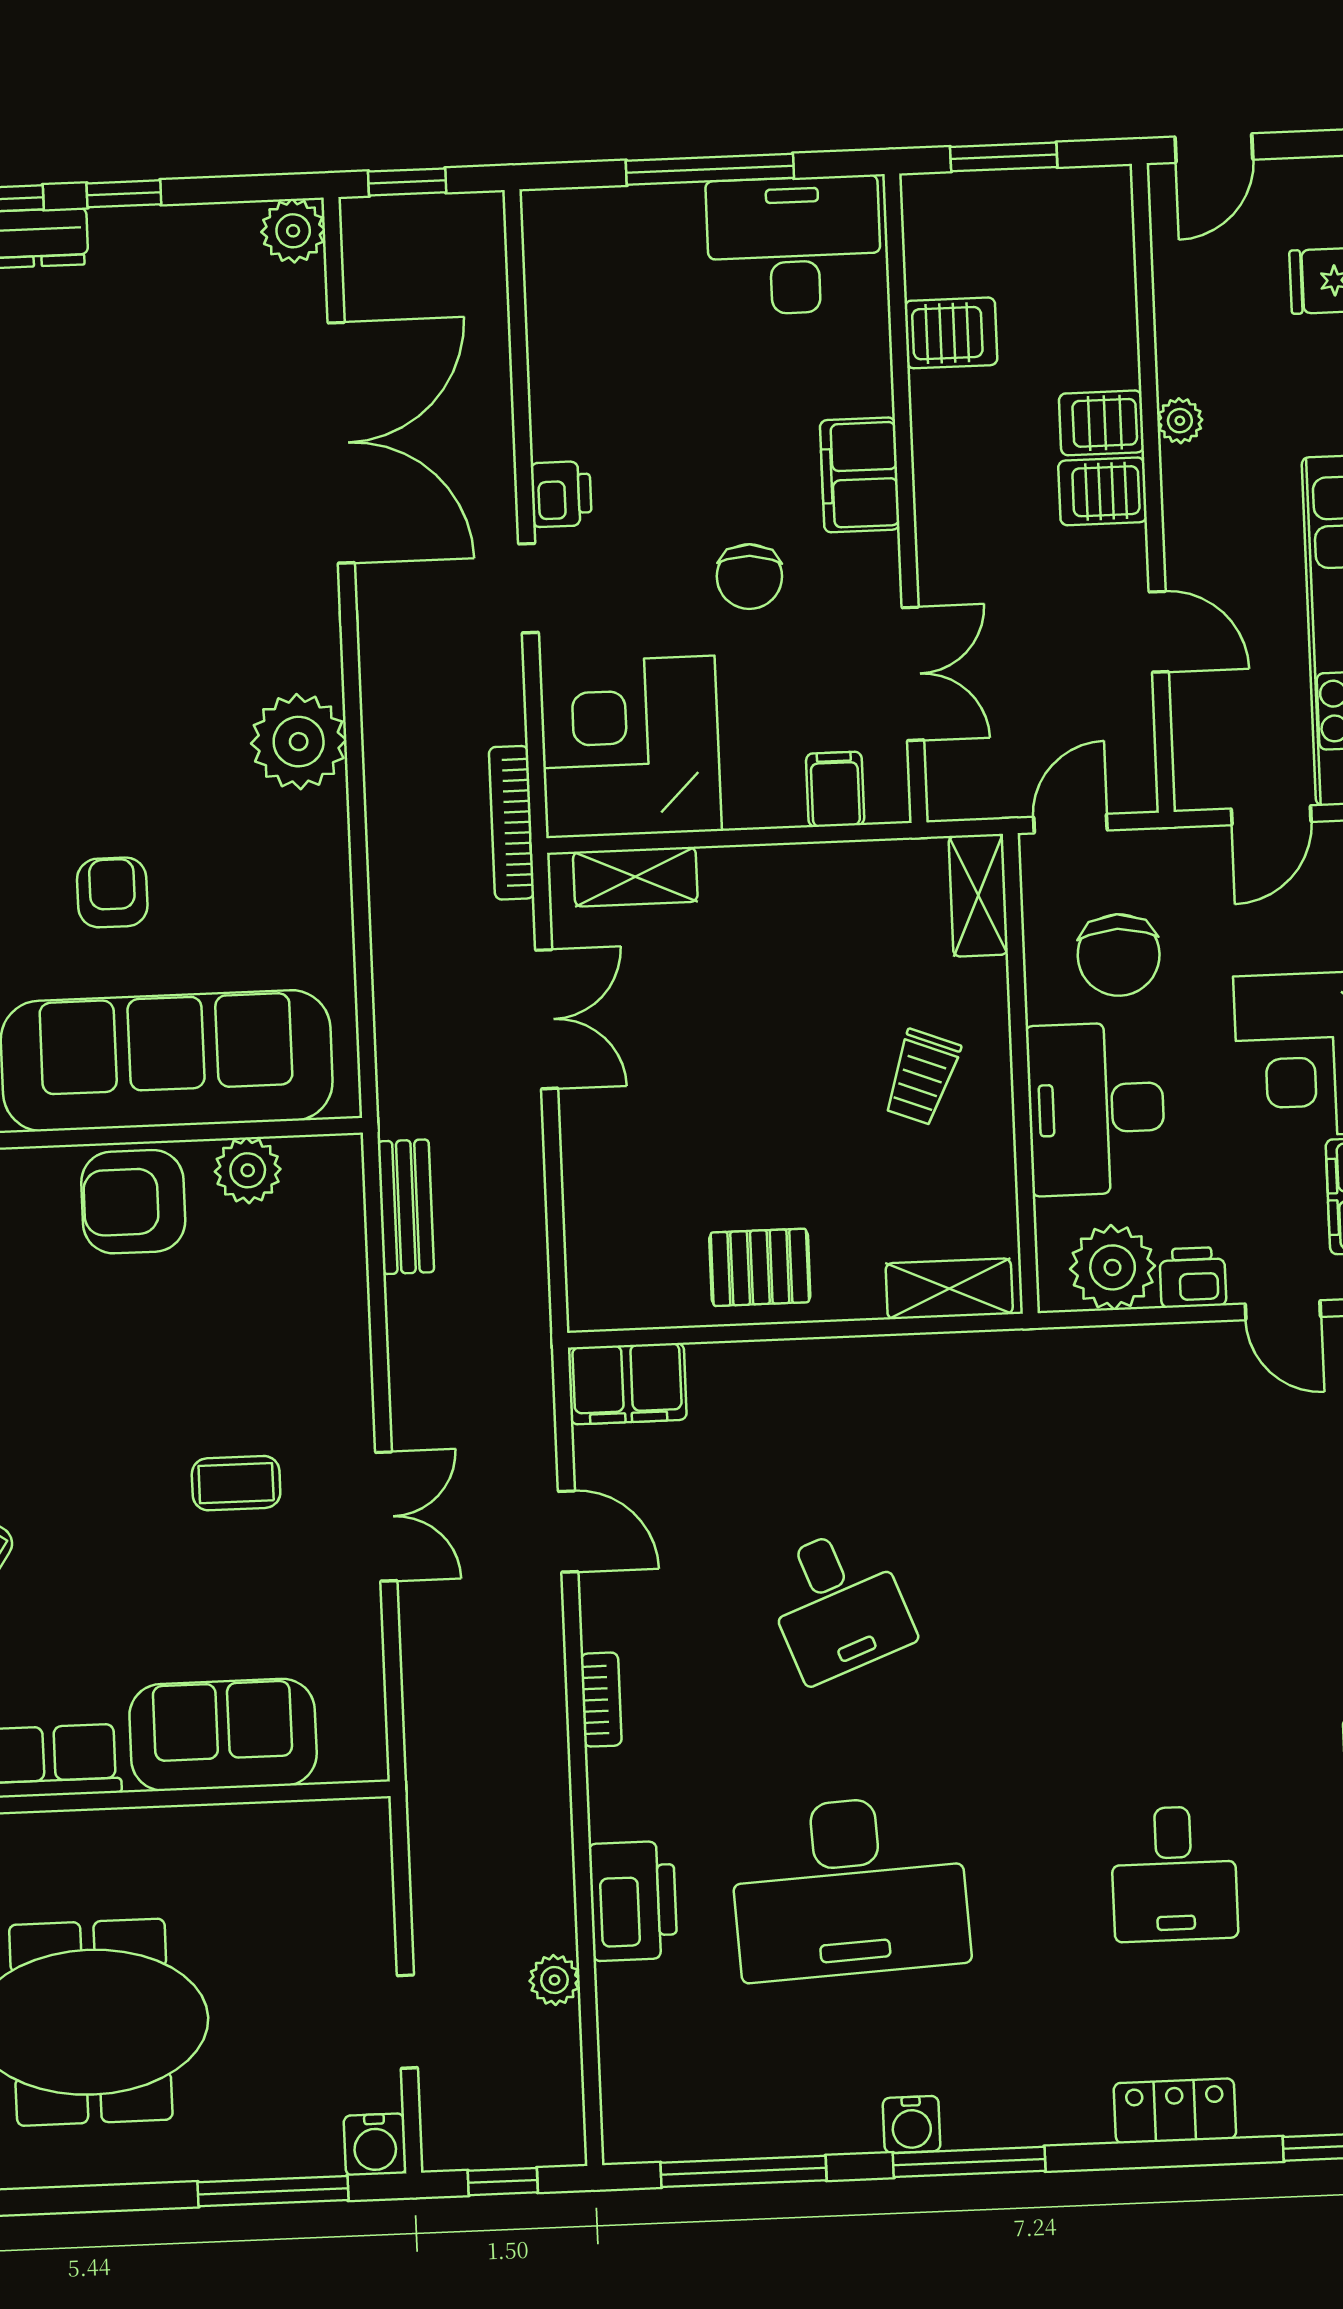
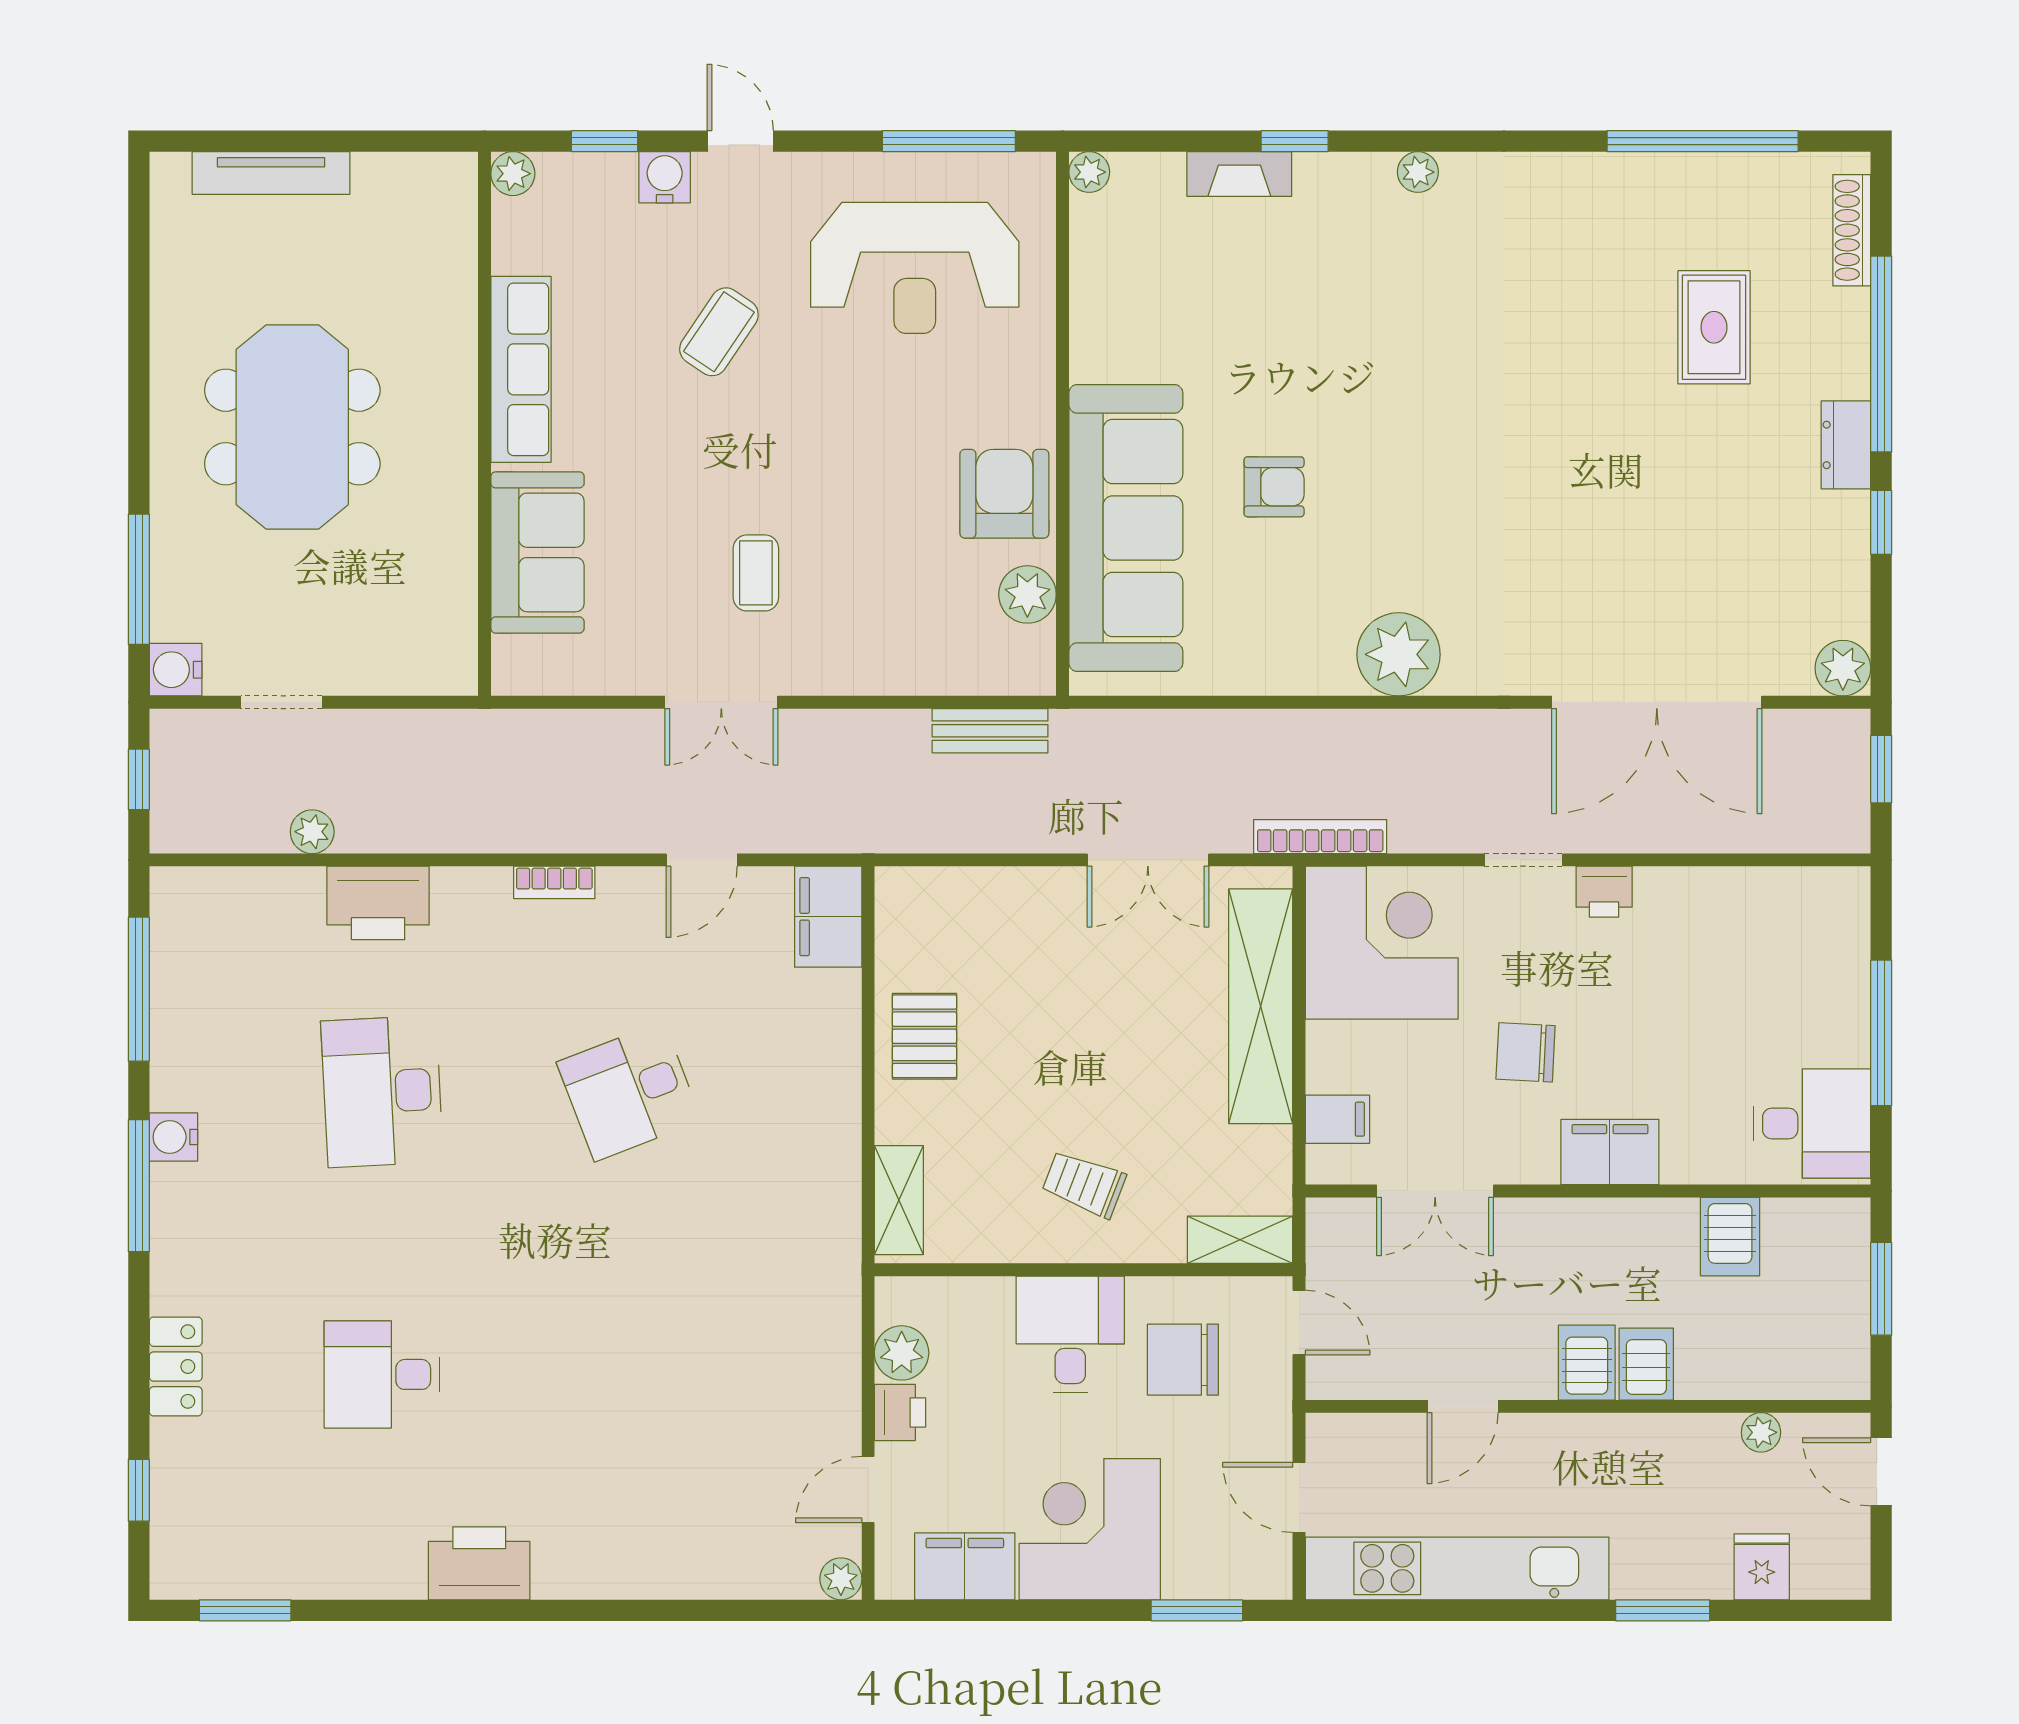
desk: (794, 245) -> (1812, 1124), width x0.73
plant: (1180, 421) -> (1761, 1432), moved
shelving: (635, 877) -> (1261, 1006), width x2.20, depth x1.33
desk: (1096, 1109) -> (1070, 1334), width x0.73
plant: (1113, 1267) -> (902, 1353), width x0.73, depth x0.73
desk: (849, 1887) -> (382, 1092), width x0.73, depth x0.77

